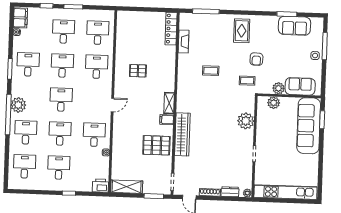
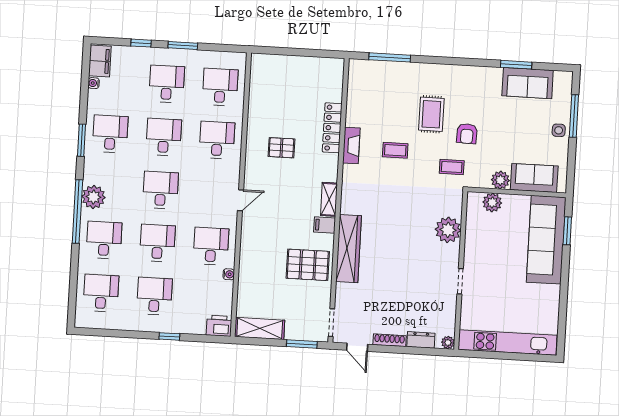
locker: (171, 29) -> (332, 128), moved
rug: (242, 31) -> (431, 114), moved
fireplace: (184, 41) -> (351, 146), moved

